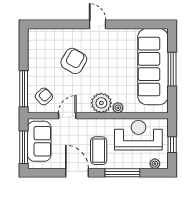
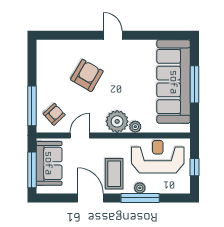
plant: (155, 164) -> (140, 188), moved

